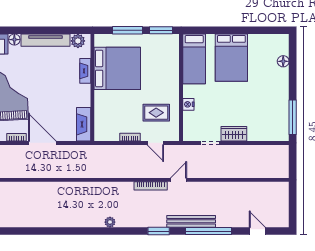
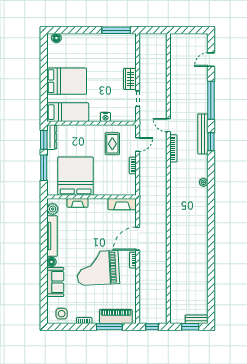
dresser: (164, 40) -> (52, 137), added
floor lamp: (283, 61) -> (56, 38), moved
bench: (191, 221) -> (203, 134), moved

